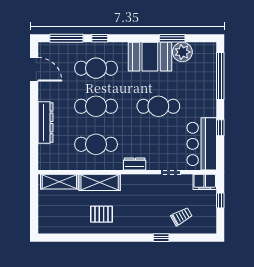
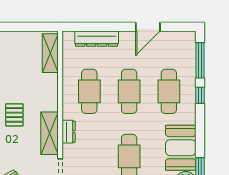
door: (34, 69) -> (148, 27), moved
dresser: (45, 122) -> (97, 39), moved
shelving: (100, 182) -> (50, 133), moved
pallet: (101, 214) -> (14, 115), moved

